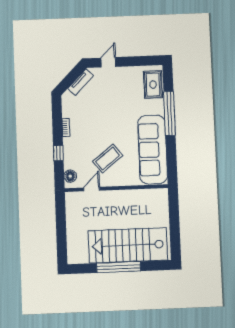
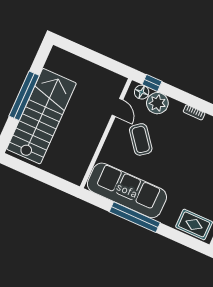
window: (169, 114) -> (135, 217), moved
window: (58, 153) -> (152, 83), moved
plant: (73, 160) -> (157, 103), added

